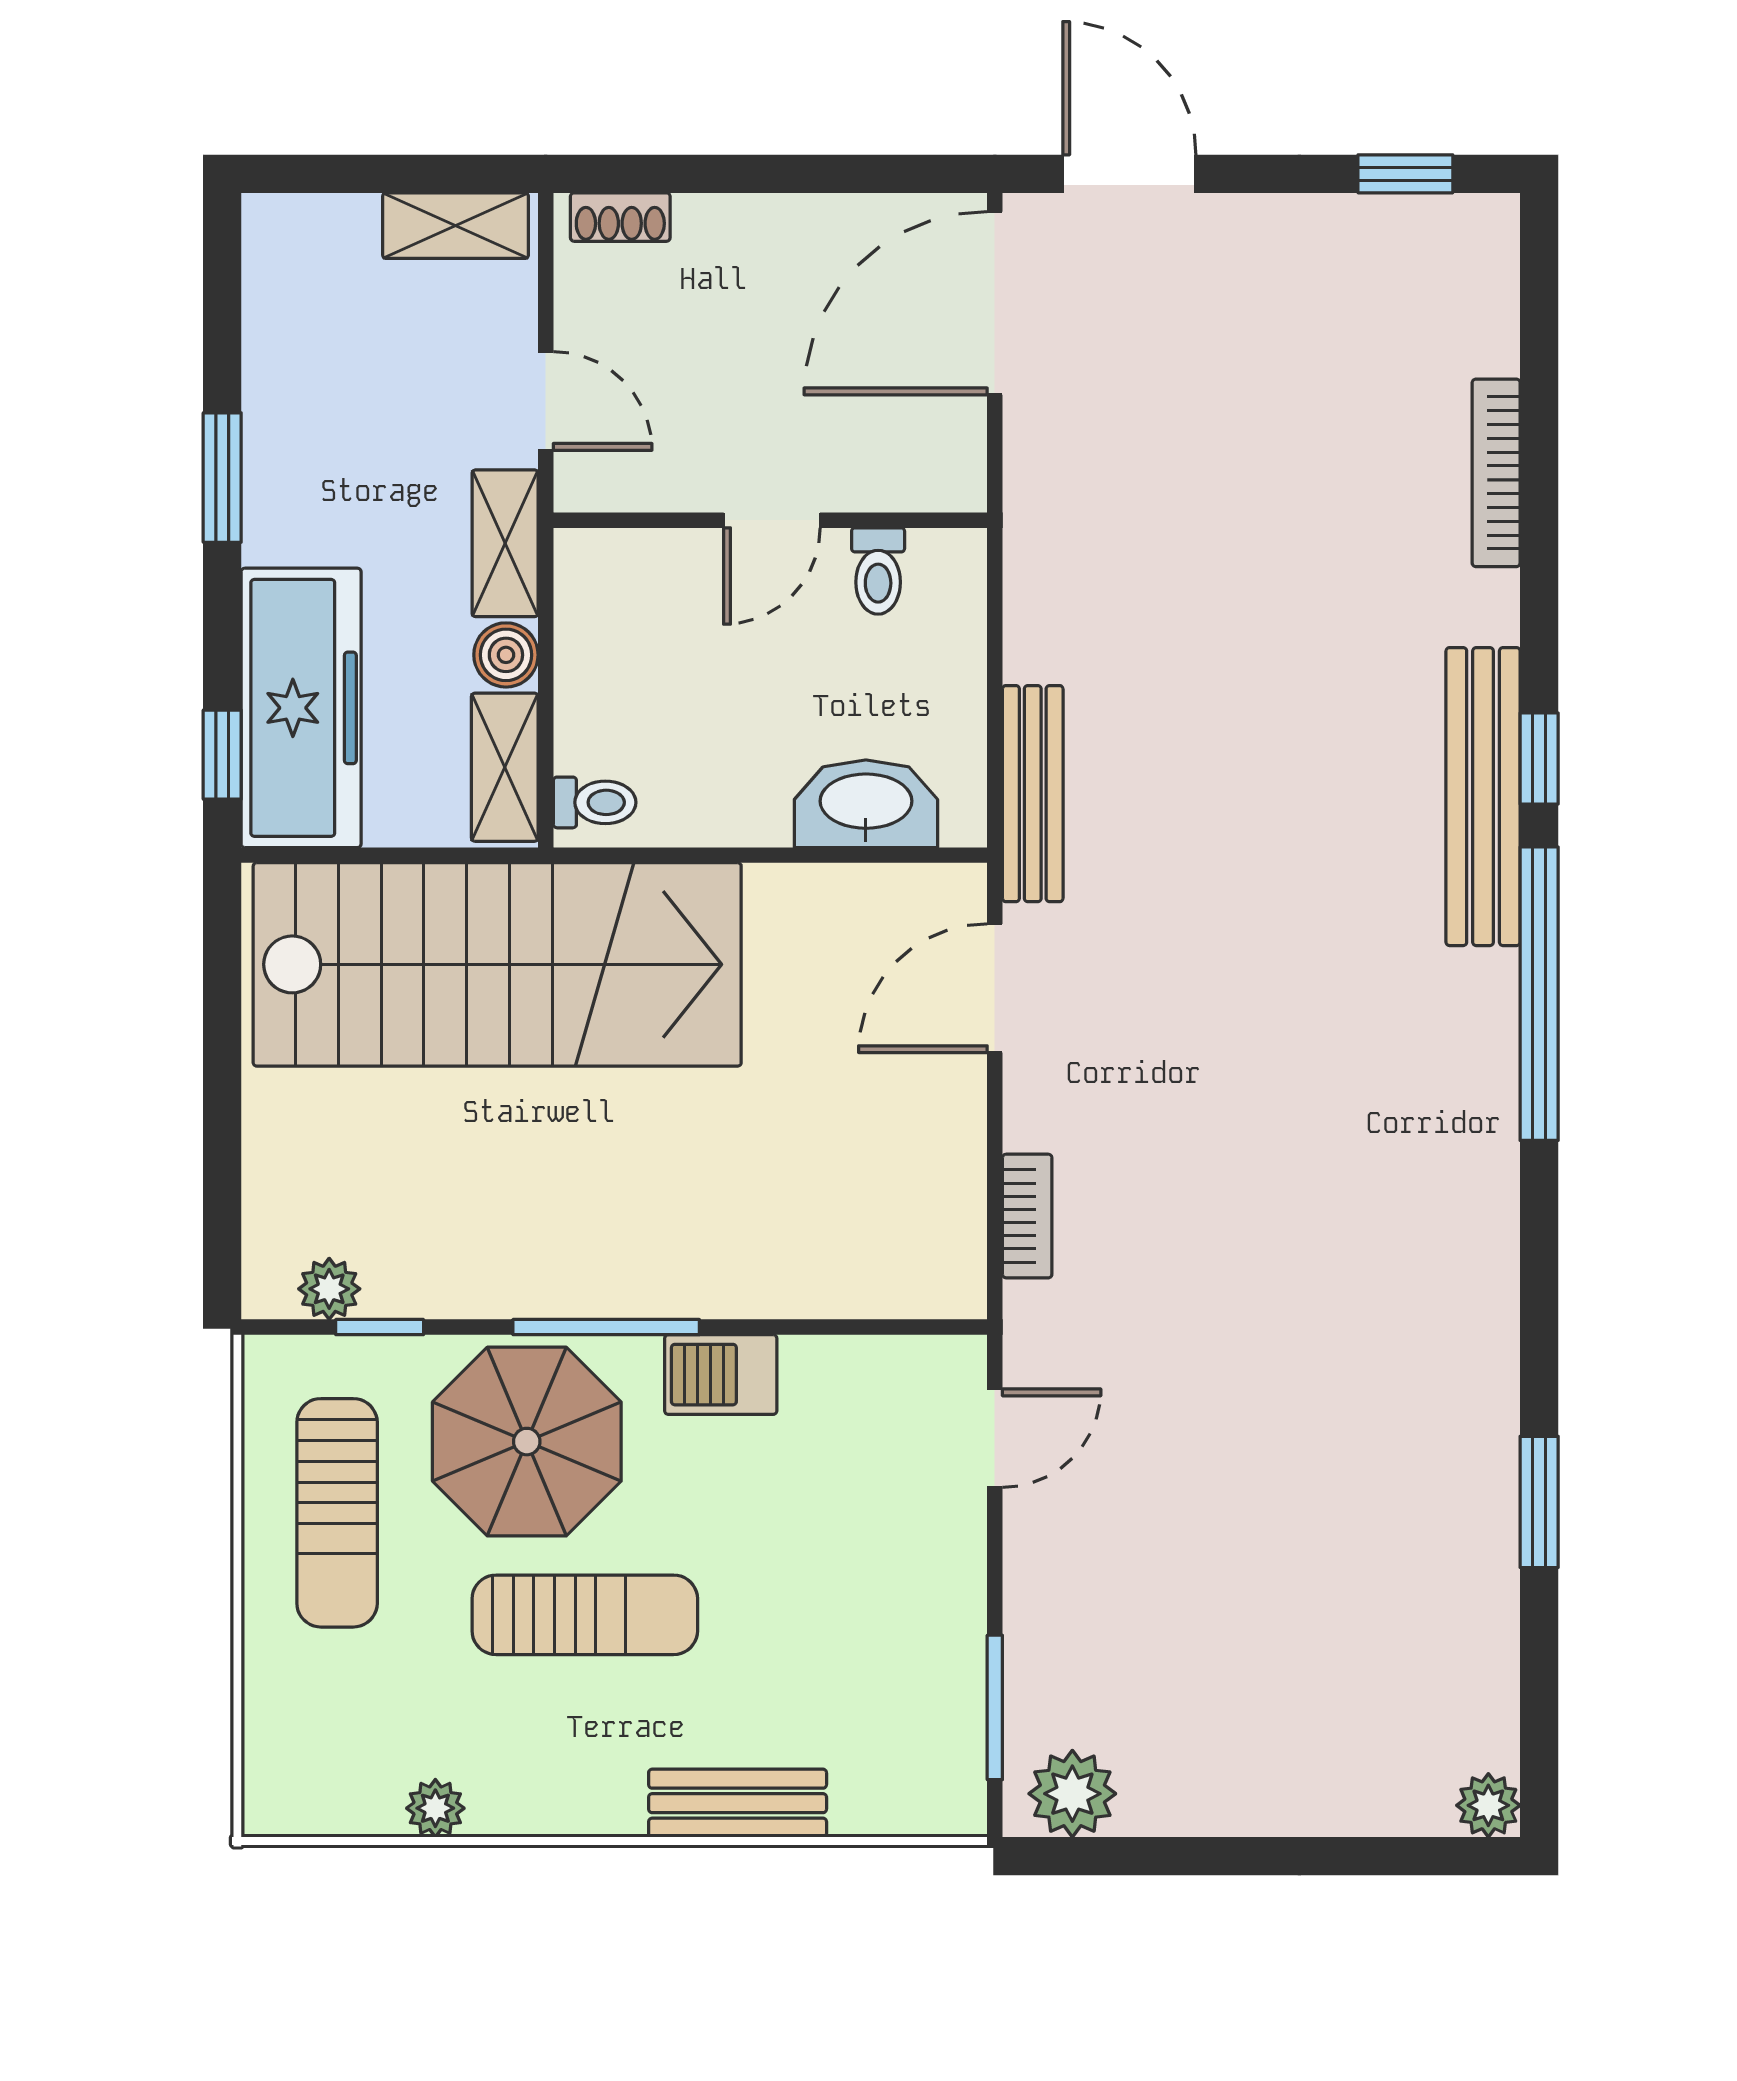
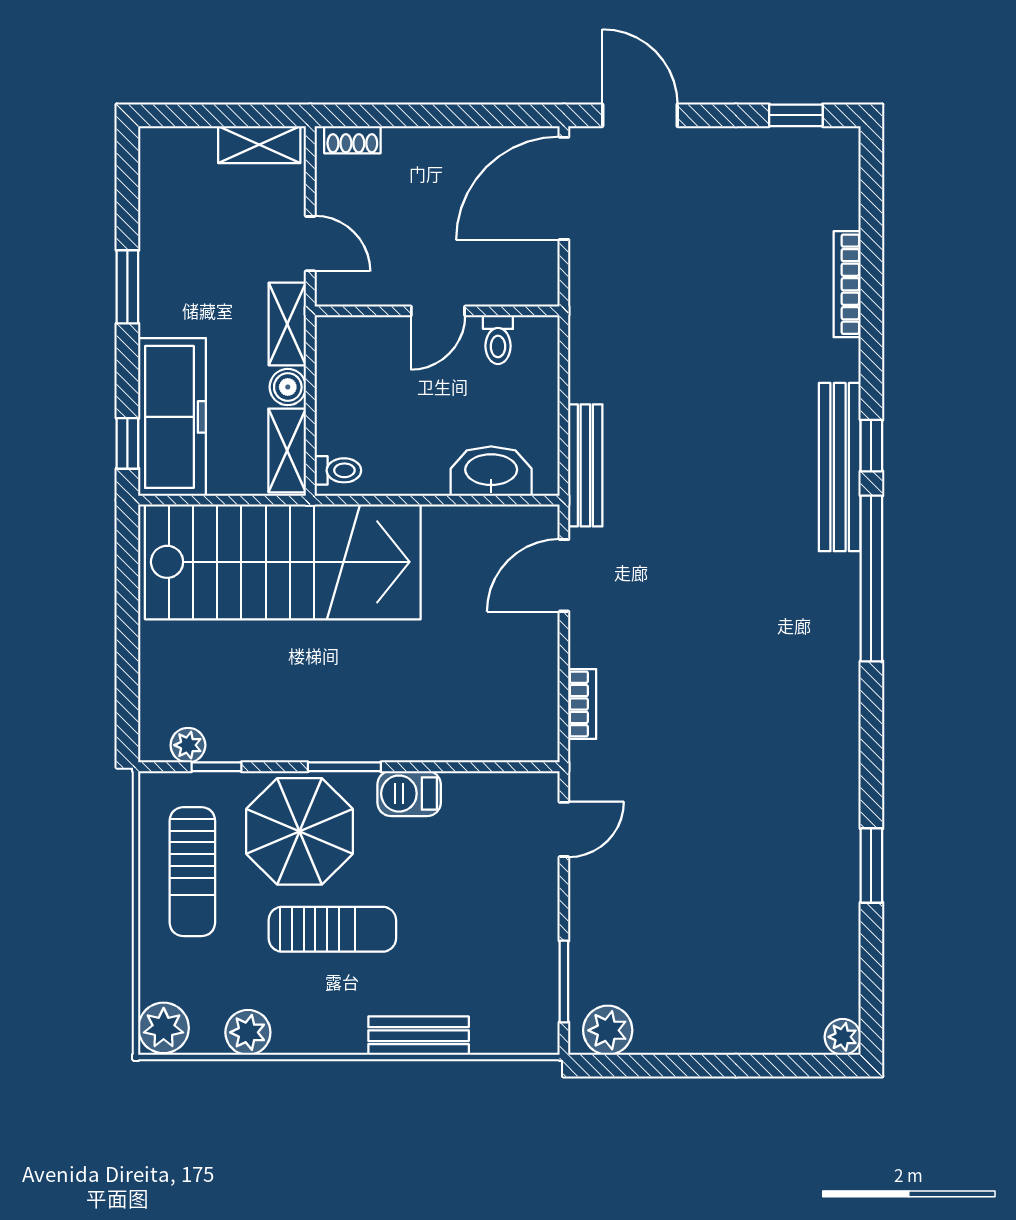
window: (606, 1327) -> (344, 767), width x0.69
plant: (286, 1790) -> (164, 1028), added
plant: (435, 1808) -> (248, 1032), width x1.38, depth x1.38

